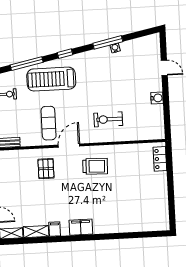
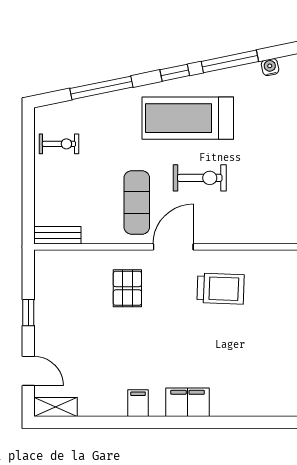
window: (108, 42) -> (230, 61), moved
treadmill: (51, 79) -> (188, 118), moved
exercise bike: (108, 119) -> (200, 178), moved, turned 180
shelving: (36, 232) -> (102, 406), removed

